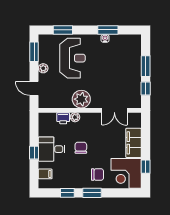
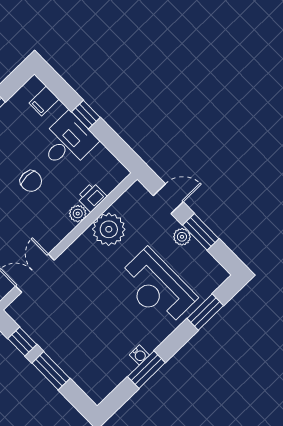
window: (34, 52) -> (201, 232), moved
plant: (81, 99) -> (109, 229), moved

